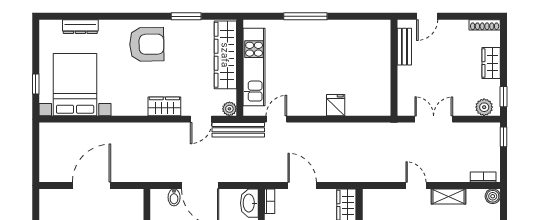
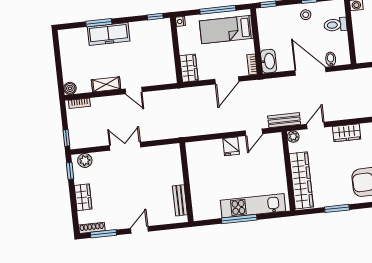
window: (471, 16) -> (103, 234), added
bench: (404, 47) -> (180, 200), moved
kitchen unit: (254, 67) -> (253, 206), moved, turned 90
wall: (394, 68) -> (187, 182), moved
fridge: (336, 105) -> (231, 146), moved
double door: (434, 119) -> (125, 146), swing flipped
bench: (238, 130) -> (284, 120), width x0.73
door: (302, 185) -> (227, 80), hinge flipped

